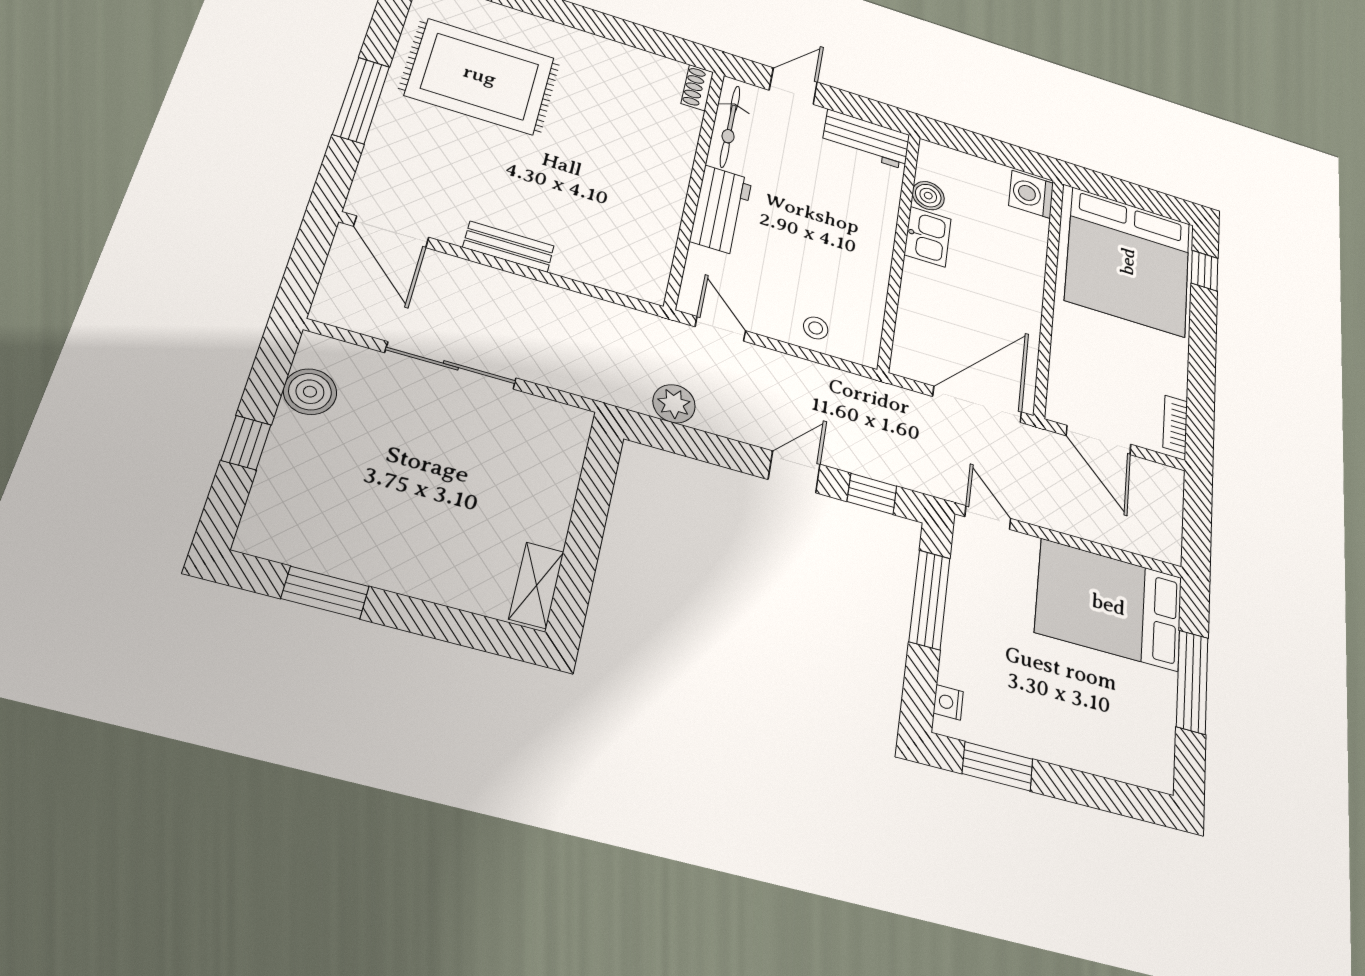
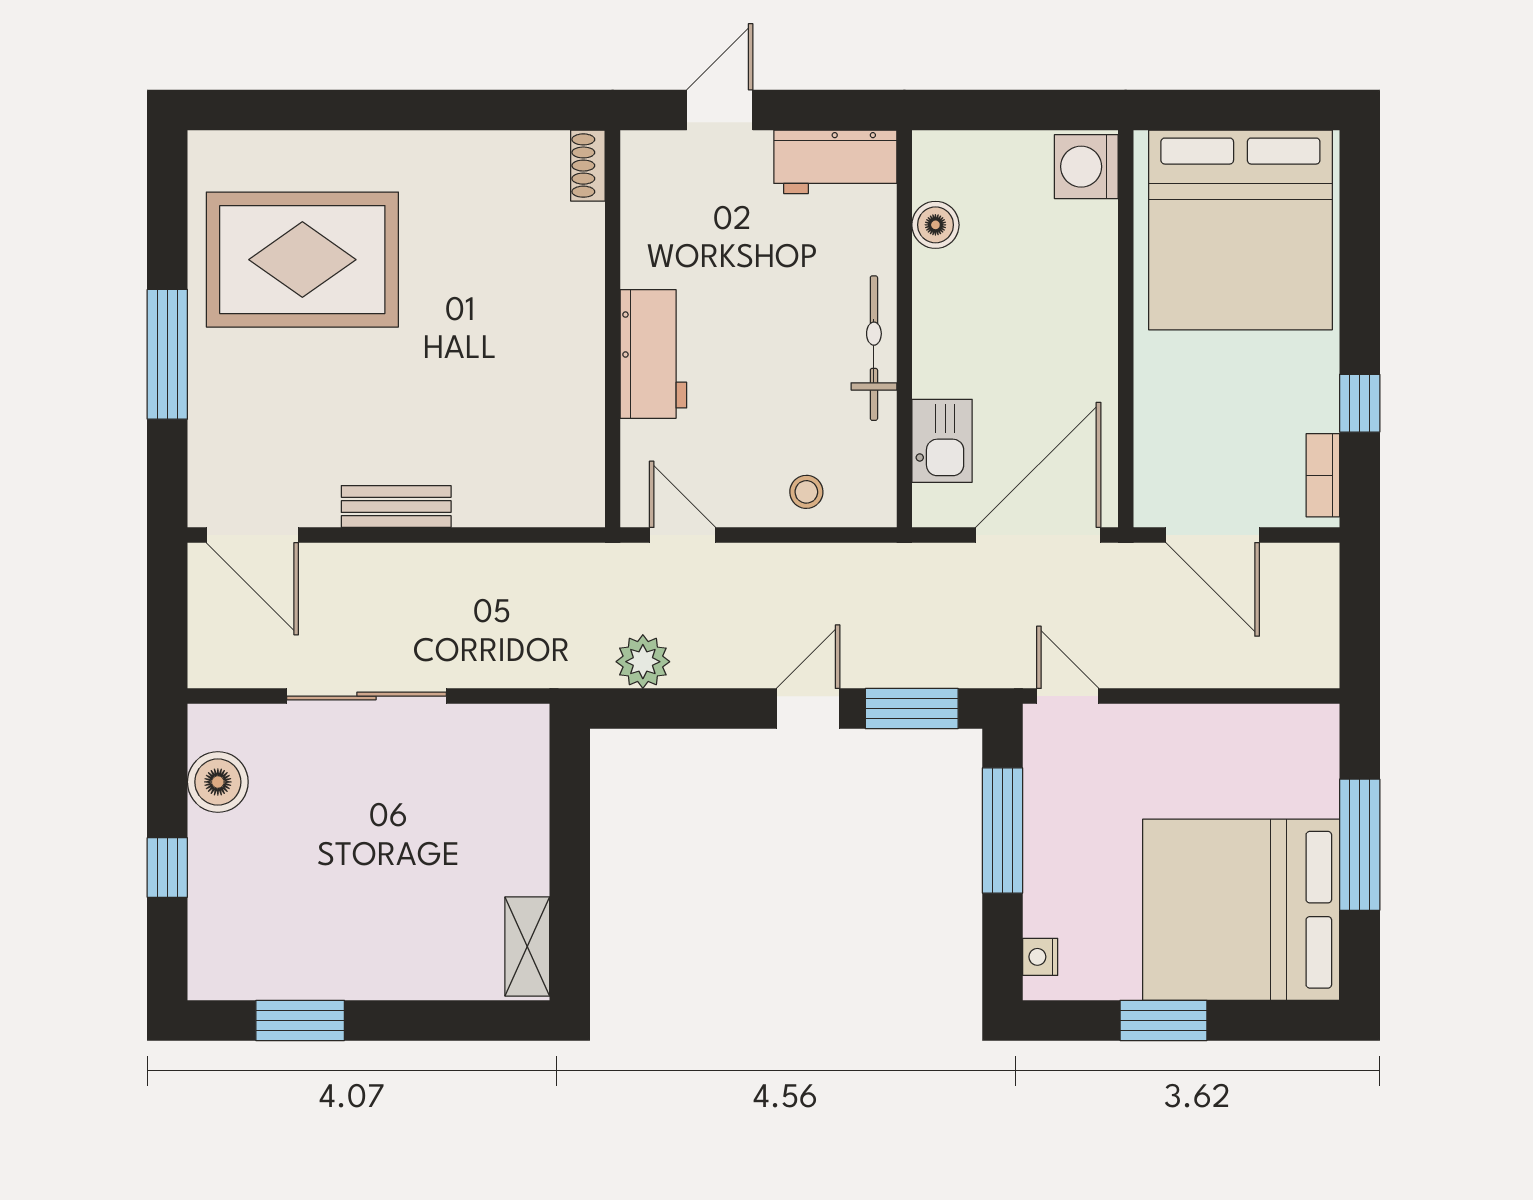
bicycle: (730, 126) -> (874, 348), moved, turned 180
kitchen sink: (928, 237) -> (942, 441), moved
window: (1205, 271) -> (1360, 403), moved
window: (872, 494) -> (912, 709), width x1.50
bed: (1109, 605) -> (1241, 910), moved, width x1.36
window: (998, 766) -> (1164, 1020), moved

